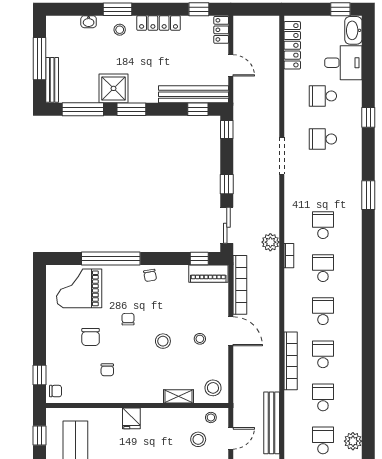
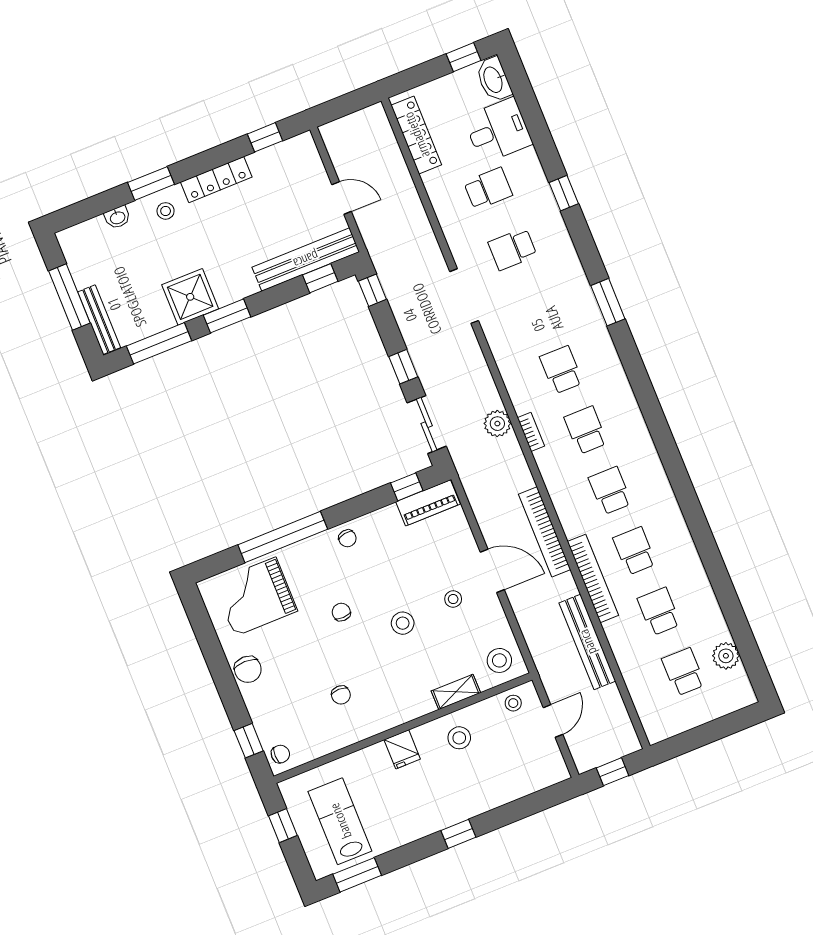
locker: (221, 30) -> (308, 154), removed
school desk: (323, 96) -> (488, 189), turned 180
bookcase: (240, 285) -> (545, 532), moved, turned 180
chair: (91, 337) -> (248, 669), moved
bench: (272, 423) -> (587, 642), moved
stool: (198, 439) -> (459, 738), moved

